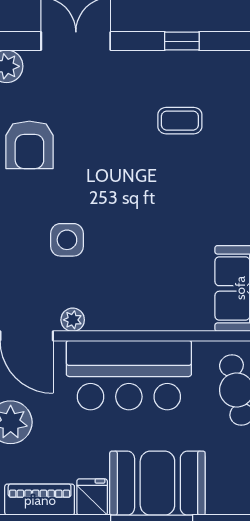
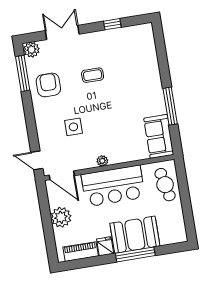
coffee table: (180, 121) -> (93, 75), moved
armchair: (29, 145) -> (48, 85), turned 180
plant: (73, 320) -> (102, 161), moved

